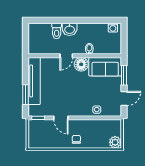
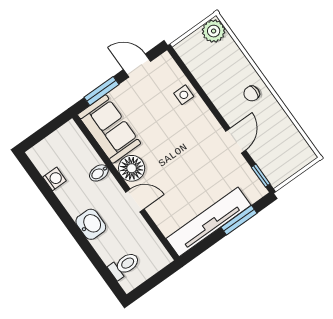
washing machine: (113, 28) -> (55, 179), moved
toilet: (57, 31) -> (124, 266), moved

